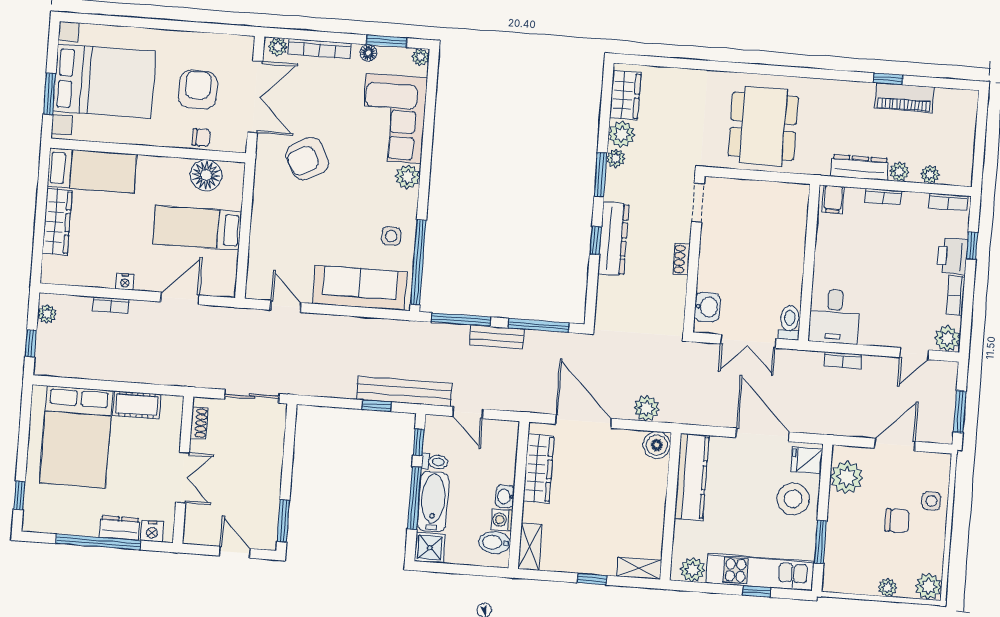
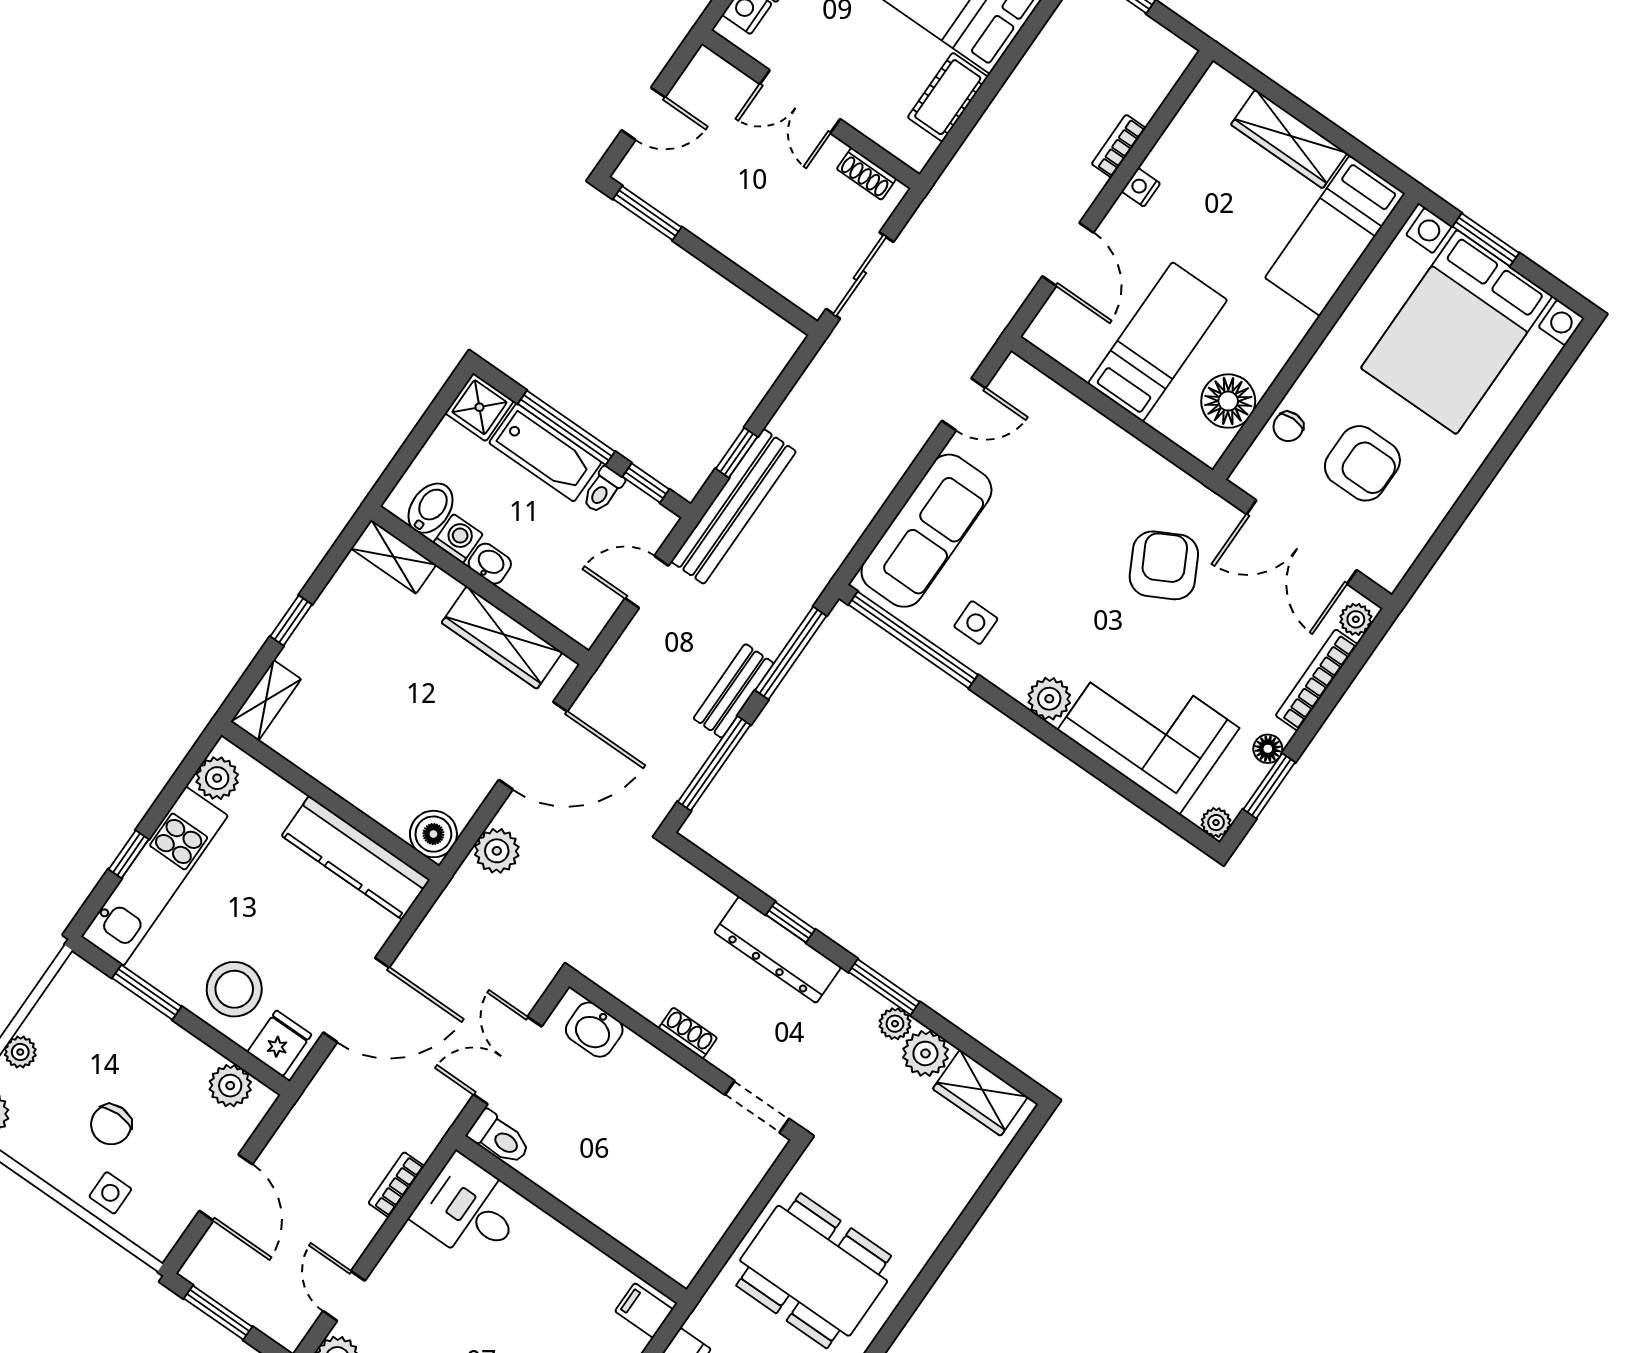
plant: (47, 314) -> (1161, 43), removed
plant: (847, 477) -> (230, 1086), width x0.73, depth x0.73

